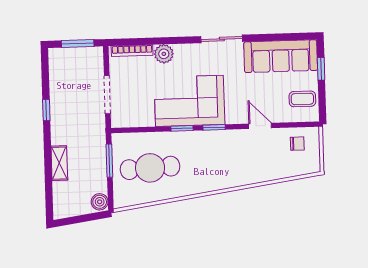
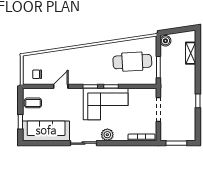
plant: (164, 54) -> (107, 135), moved
door: (260, 126) -> (61, 86), swing flipped
shelving: (59, 163) -> (191, 53), moved

